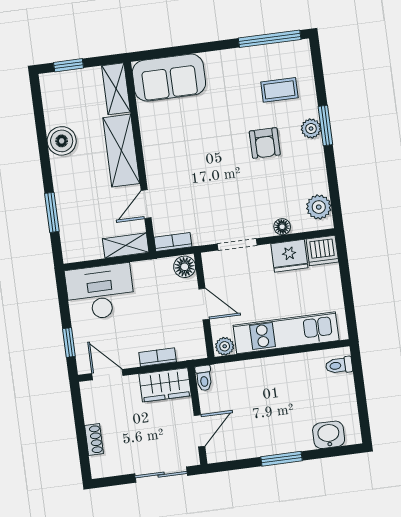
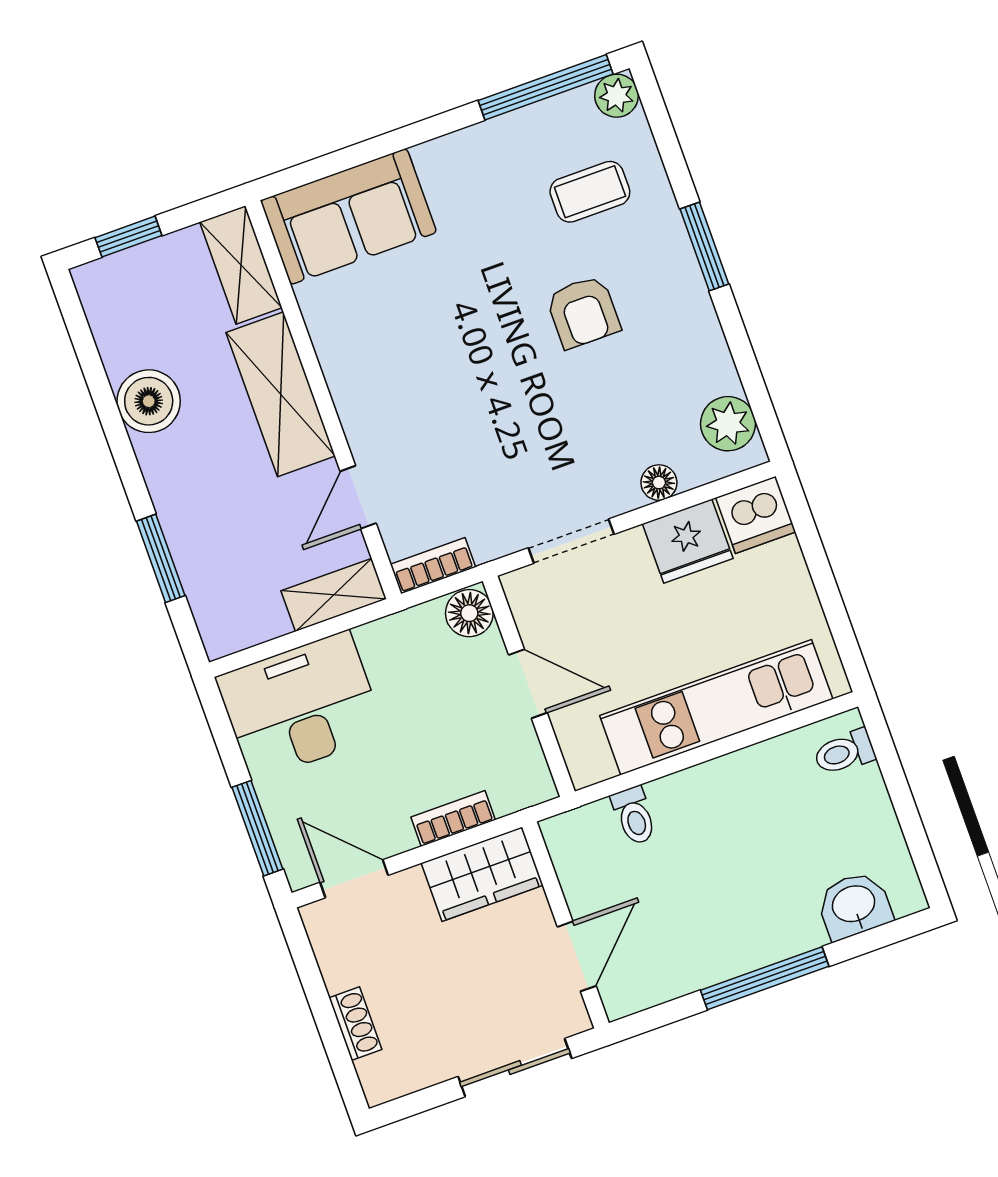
plant: (311, 129) -> (617, 96), moved
window: (69, 343) -> (257, 828), width x1.50
plant: (225, 346) -> (591, 764), removed
toilet: (204, 378) -> (634, 816), moved
window: (281, 459) -> (765, 978), width x1.44

